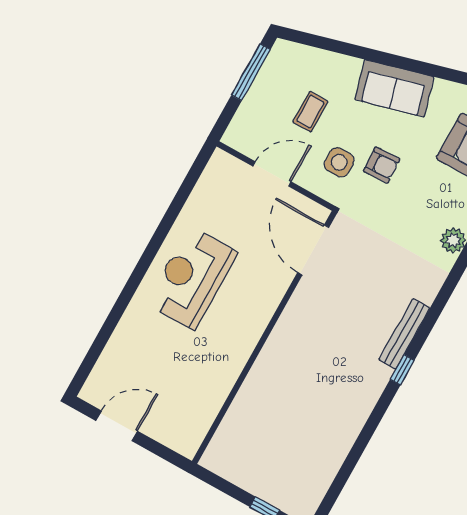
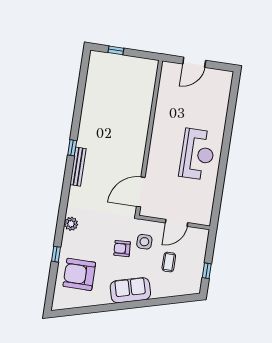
window: (251, 72) -> (207, 271), width x0.46
door: (313, 250) -> (141, 192), swing flipped
door: (117, 426) -> (194, 62), moved

